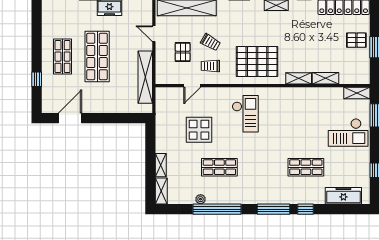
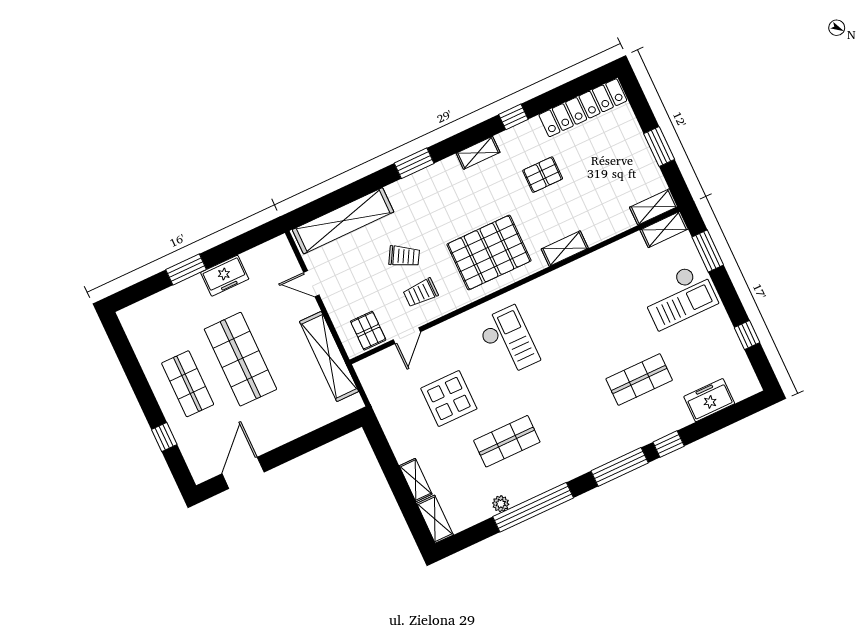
pallet: (356, 40) -> (543, 175), moved
pallet: (183, 52) -> (368, 331), moved
shelving: (326, 78) -> (654, 207), moved
freezer: (343, 196) -> (709, 400), width x0.71

